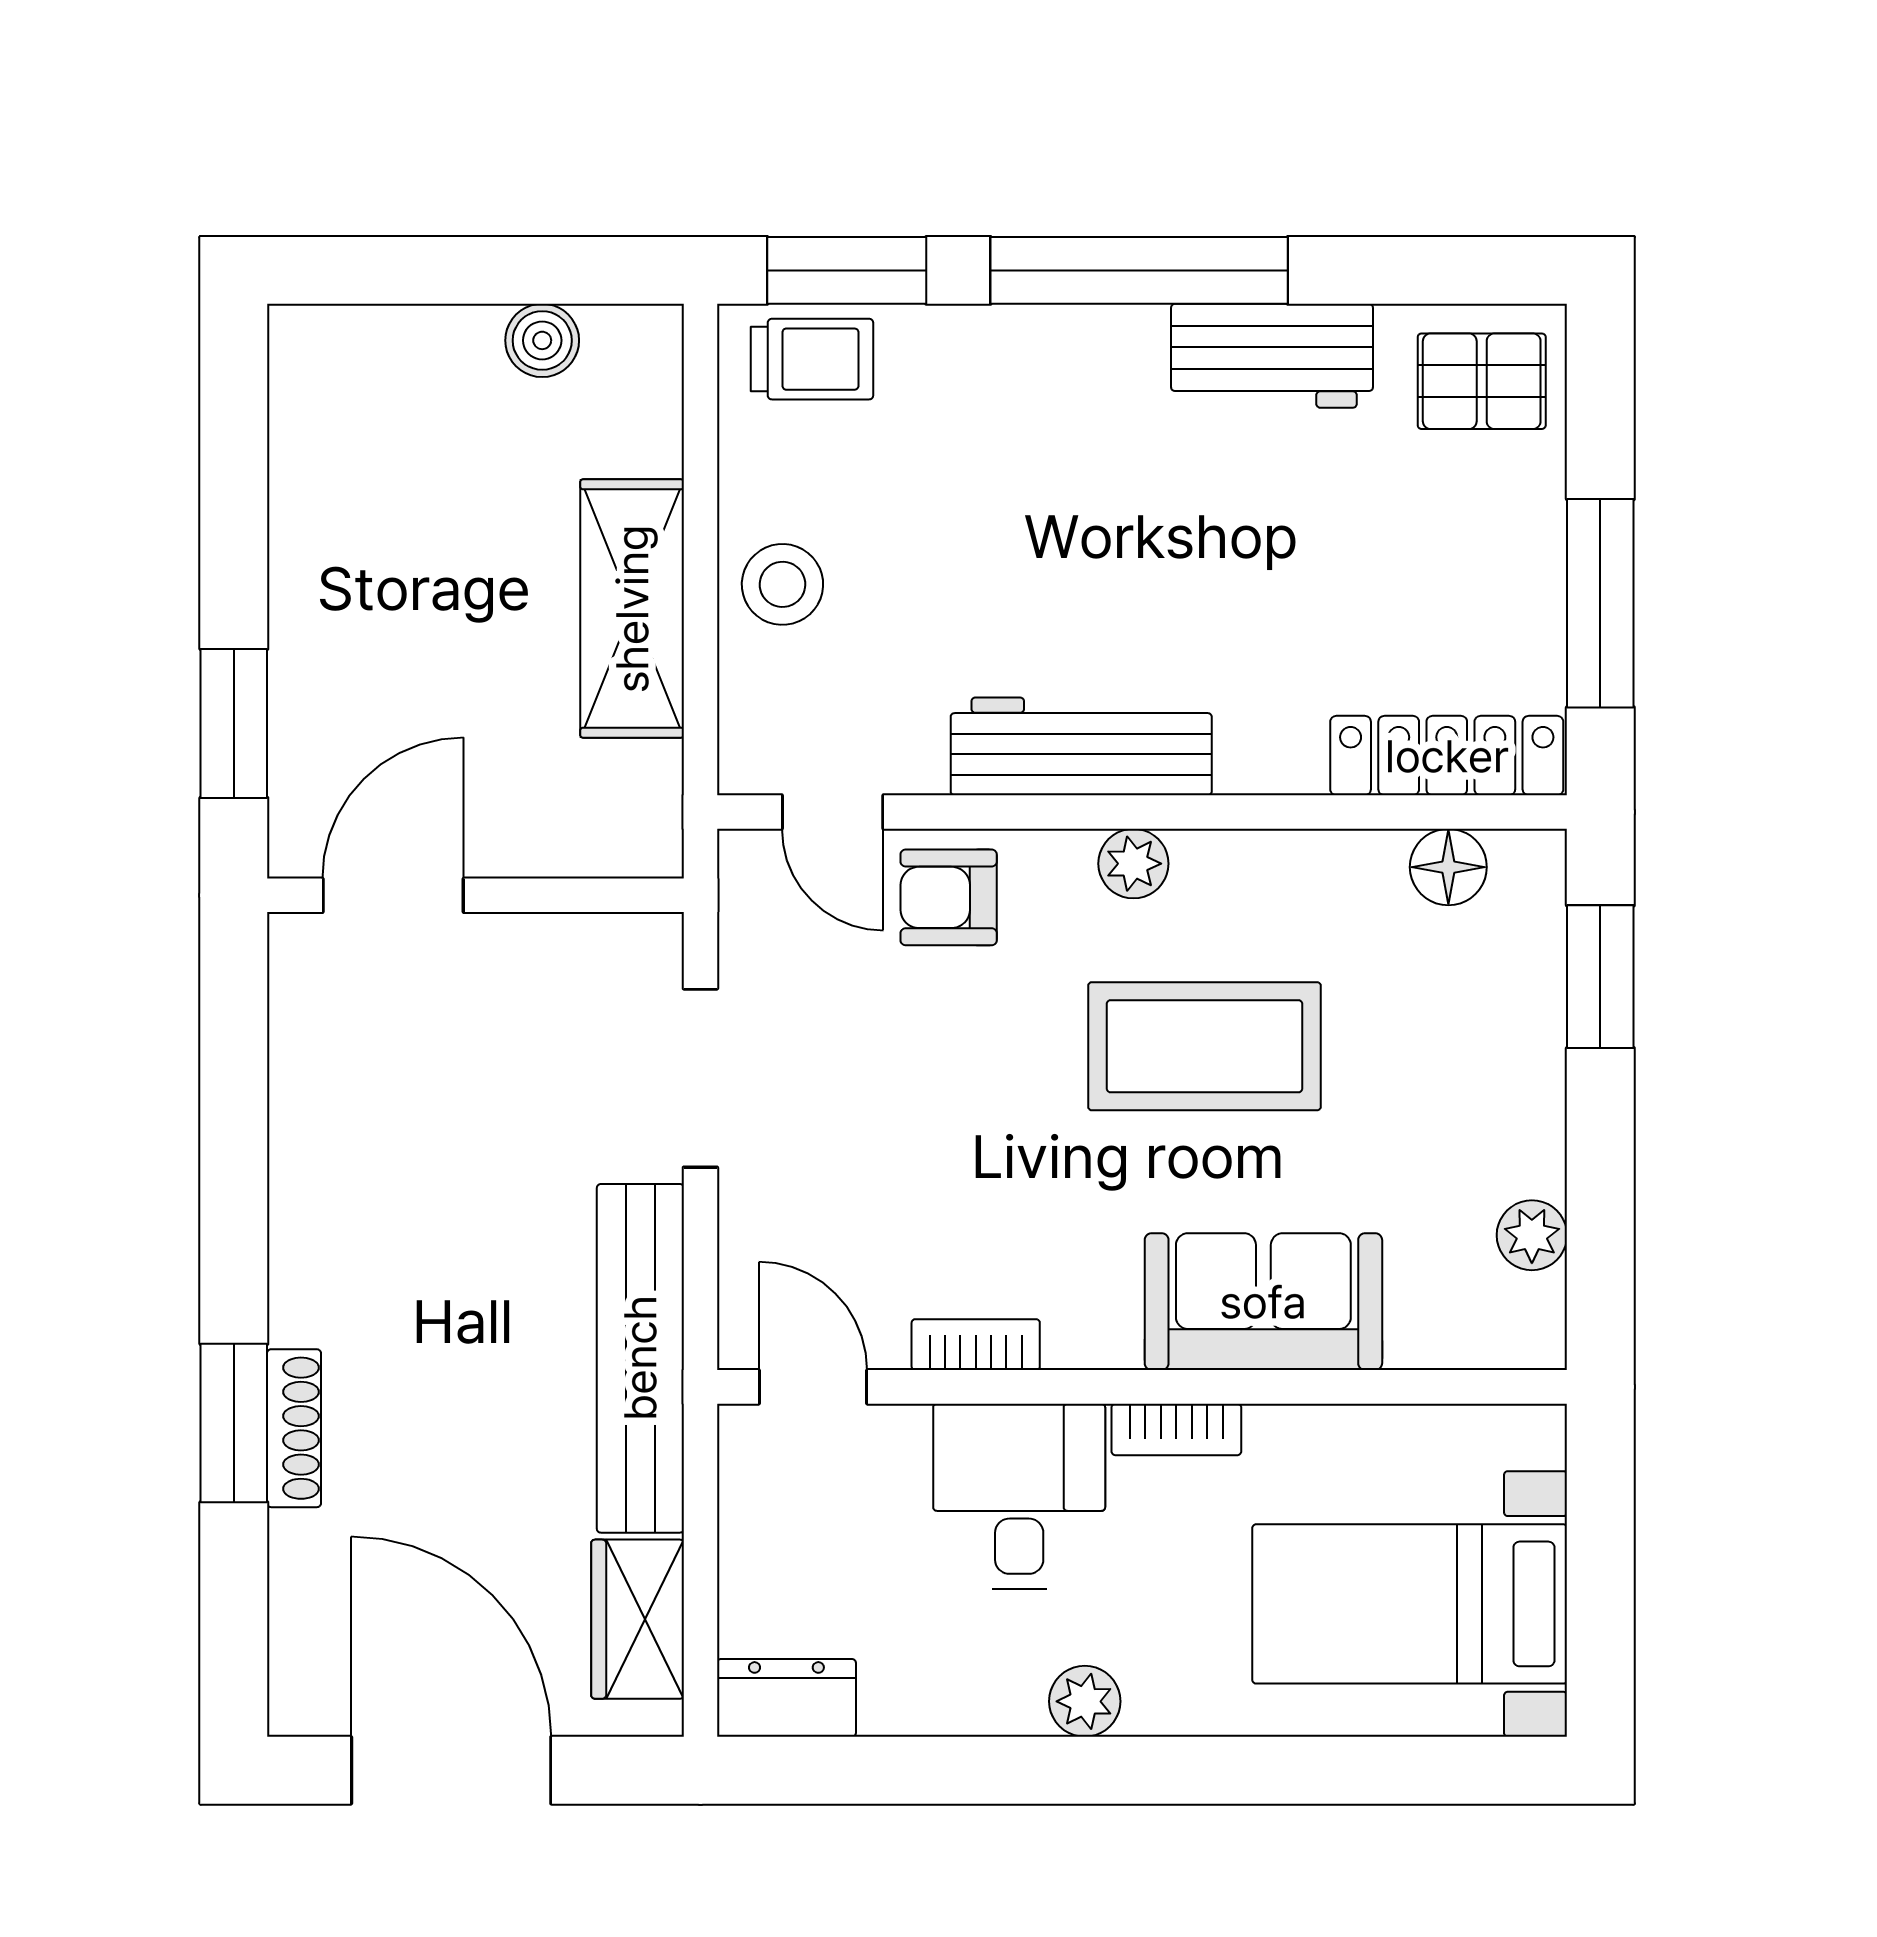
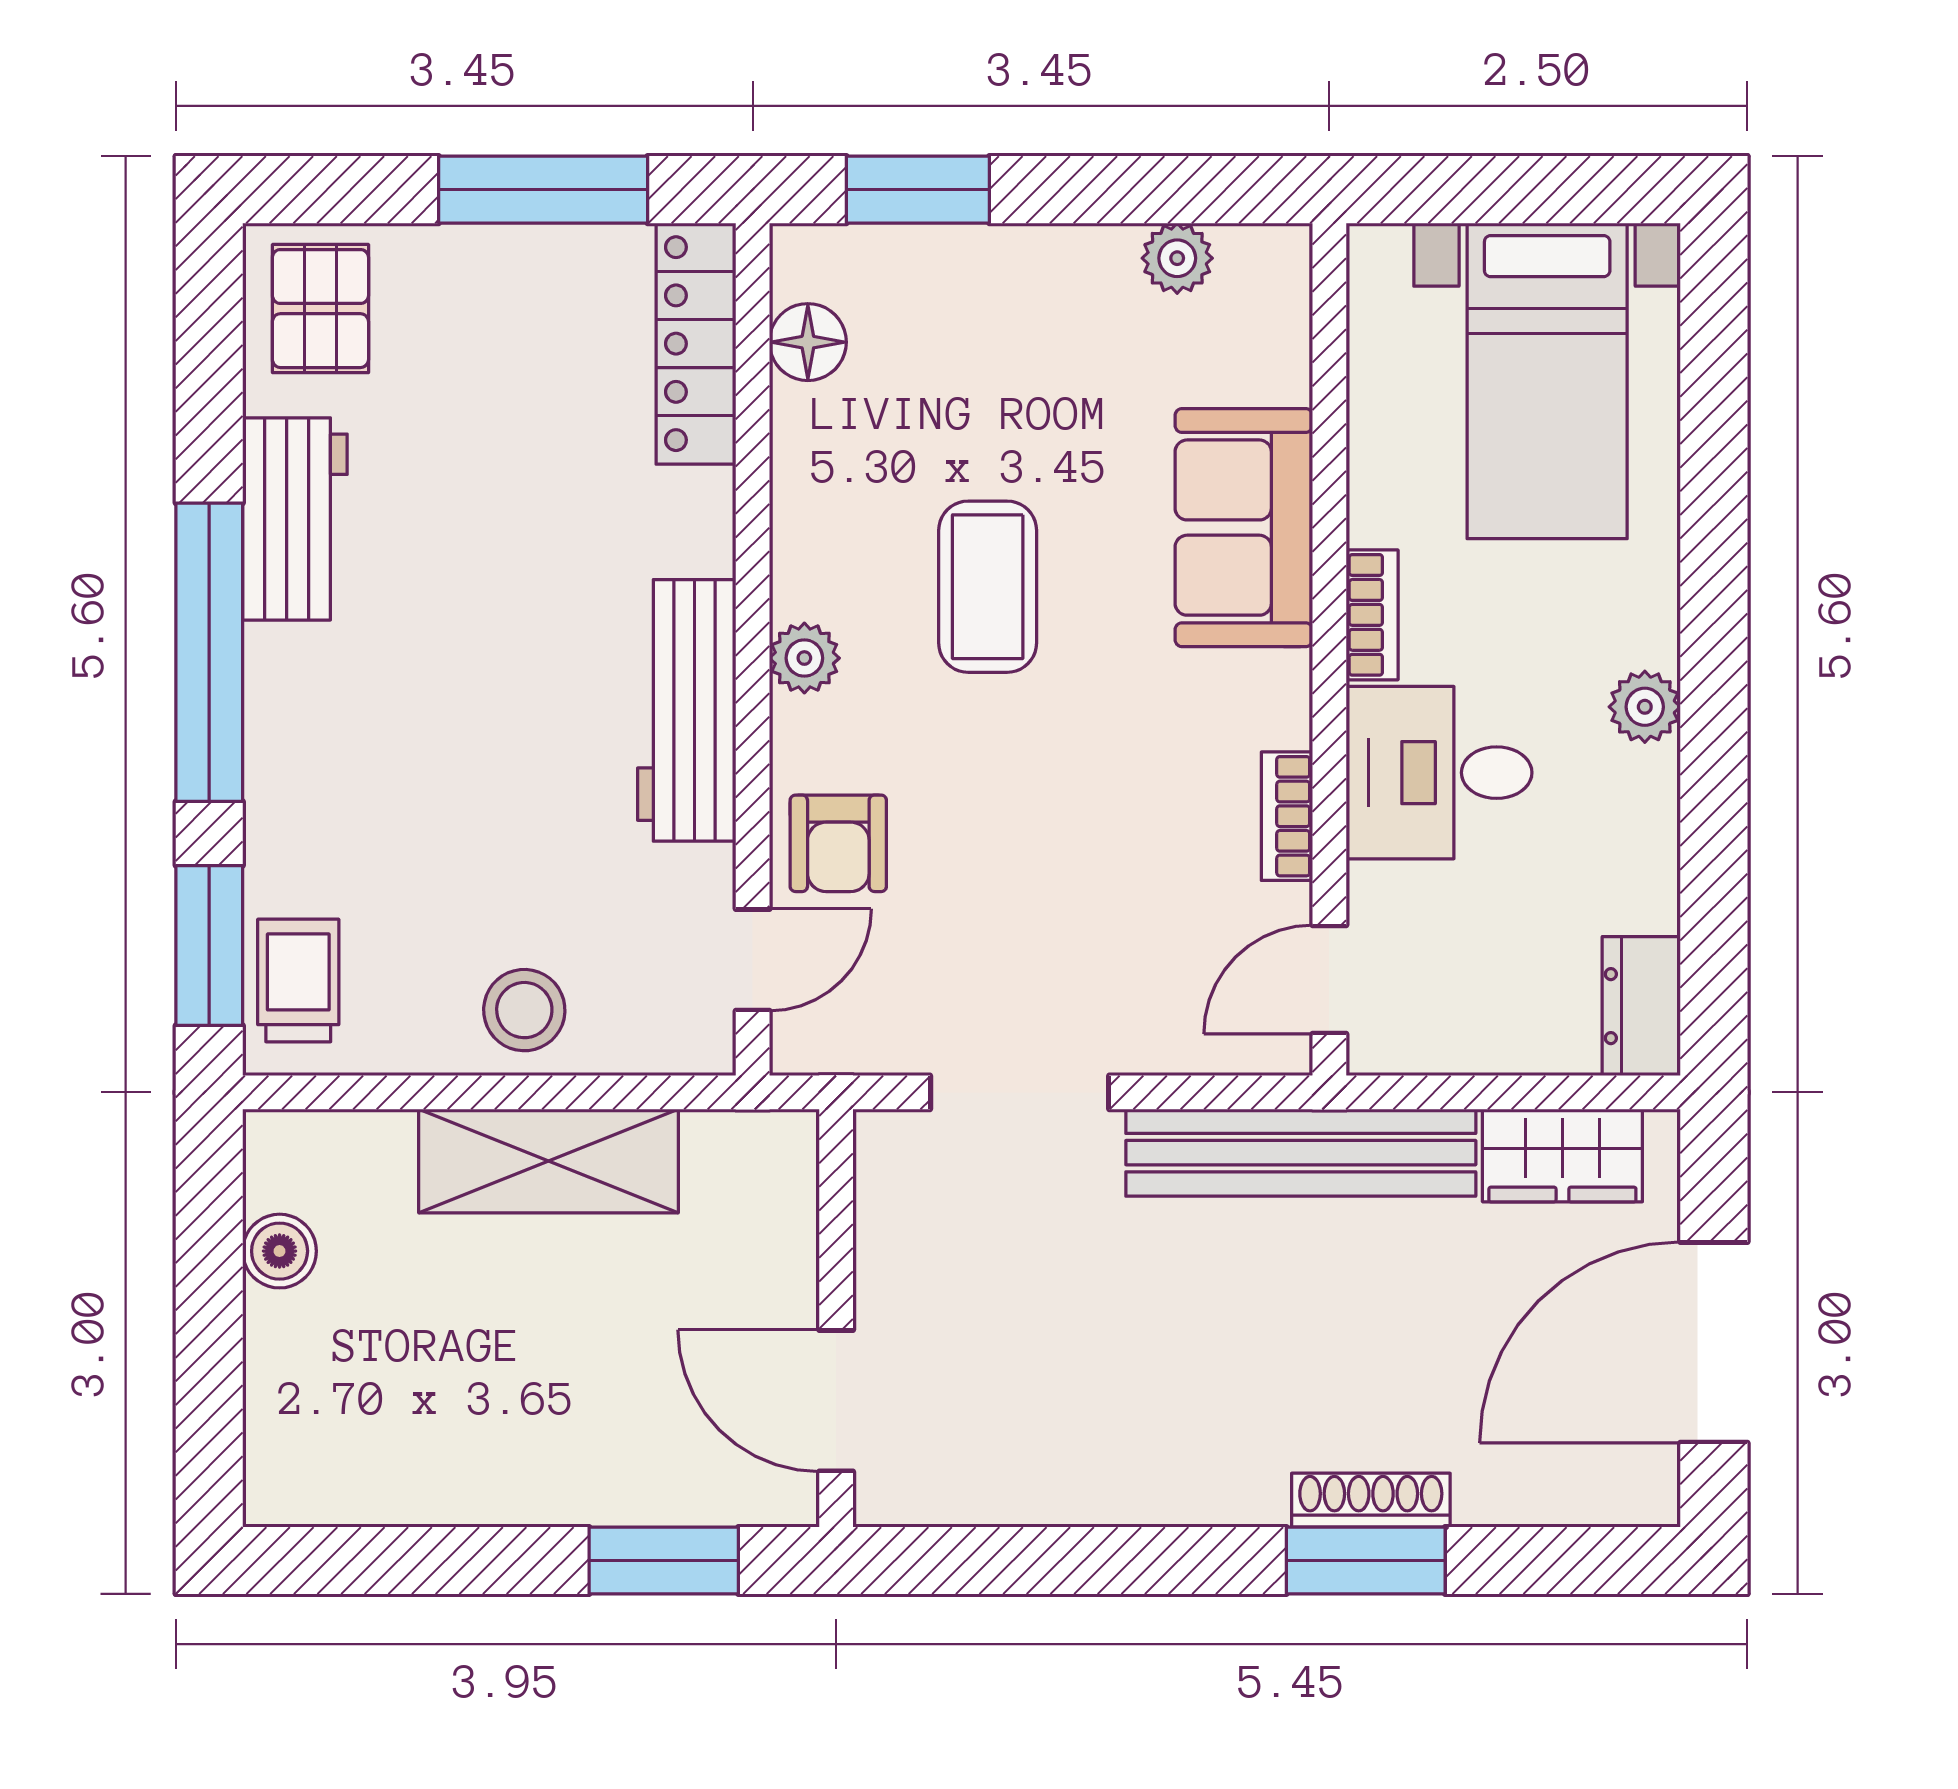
coffee table: (1204, 1046) -> (988, 587), width x0.73, depth x0.76

